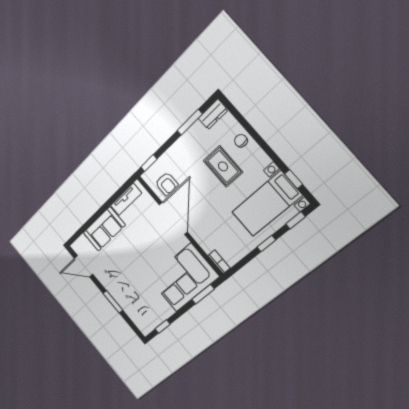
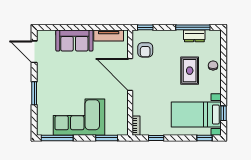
dresser: (213, 114) -> (194, 36), moved
window: (190, 122) -> (193, 27), width x1.44
door: (173, 218) -> (130, 74), swing flipped
window: (266, 244) -> (156, 138), moved
corner sofa: (184, 278) -> (79, 117), moved
window: (163, 327) -> (57, 138), width x2.17

